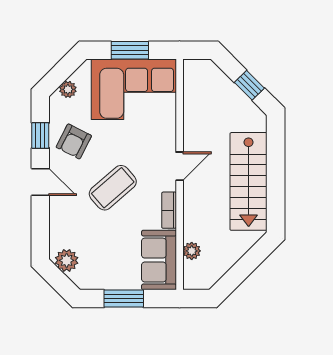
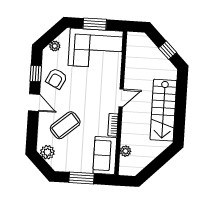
coffee table: (113, 188) -> (65, 125), moved

